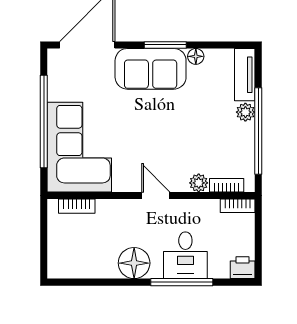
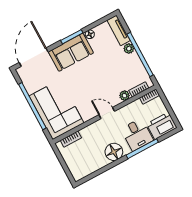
printer: (243, 268) -> (162, 126), width x1.87, depth x1.48

